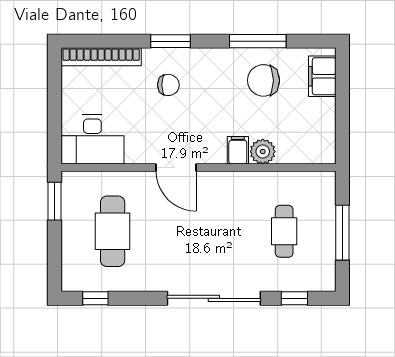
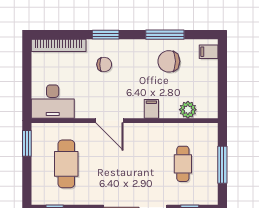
filing cabinet: (322, 76) -> (209, 52), width x0.50
plant: (263, 152) -> (188, 110), moved

